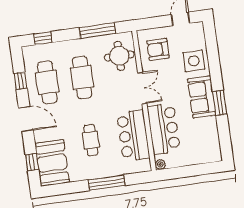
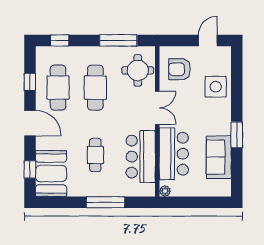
sofa: (202, 97) -> (219, 157), moved

